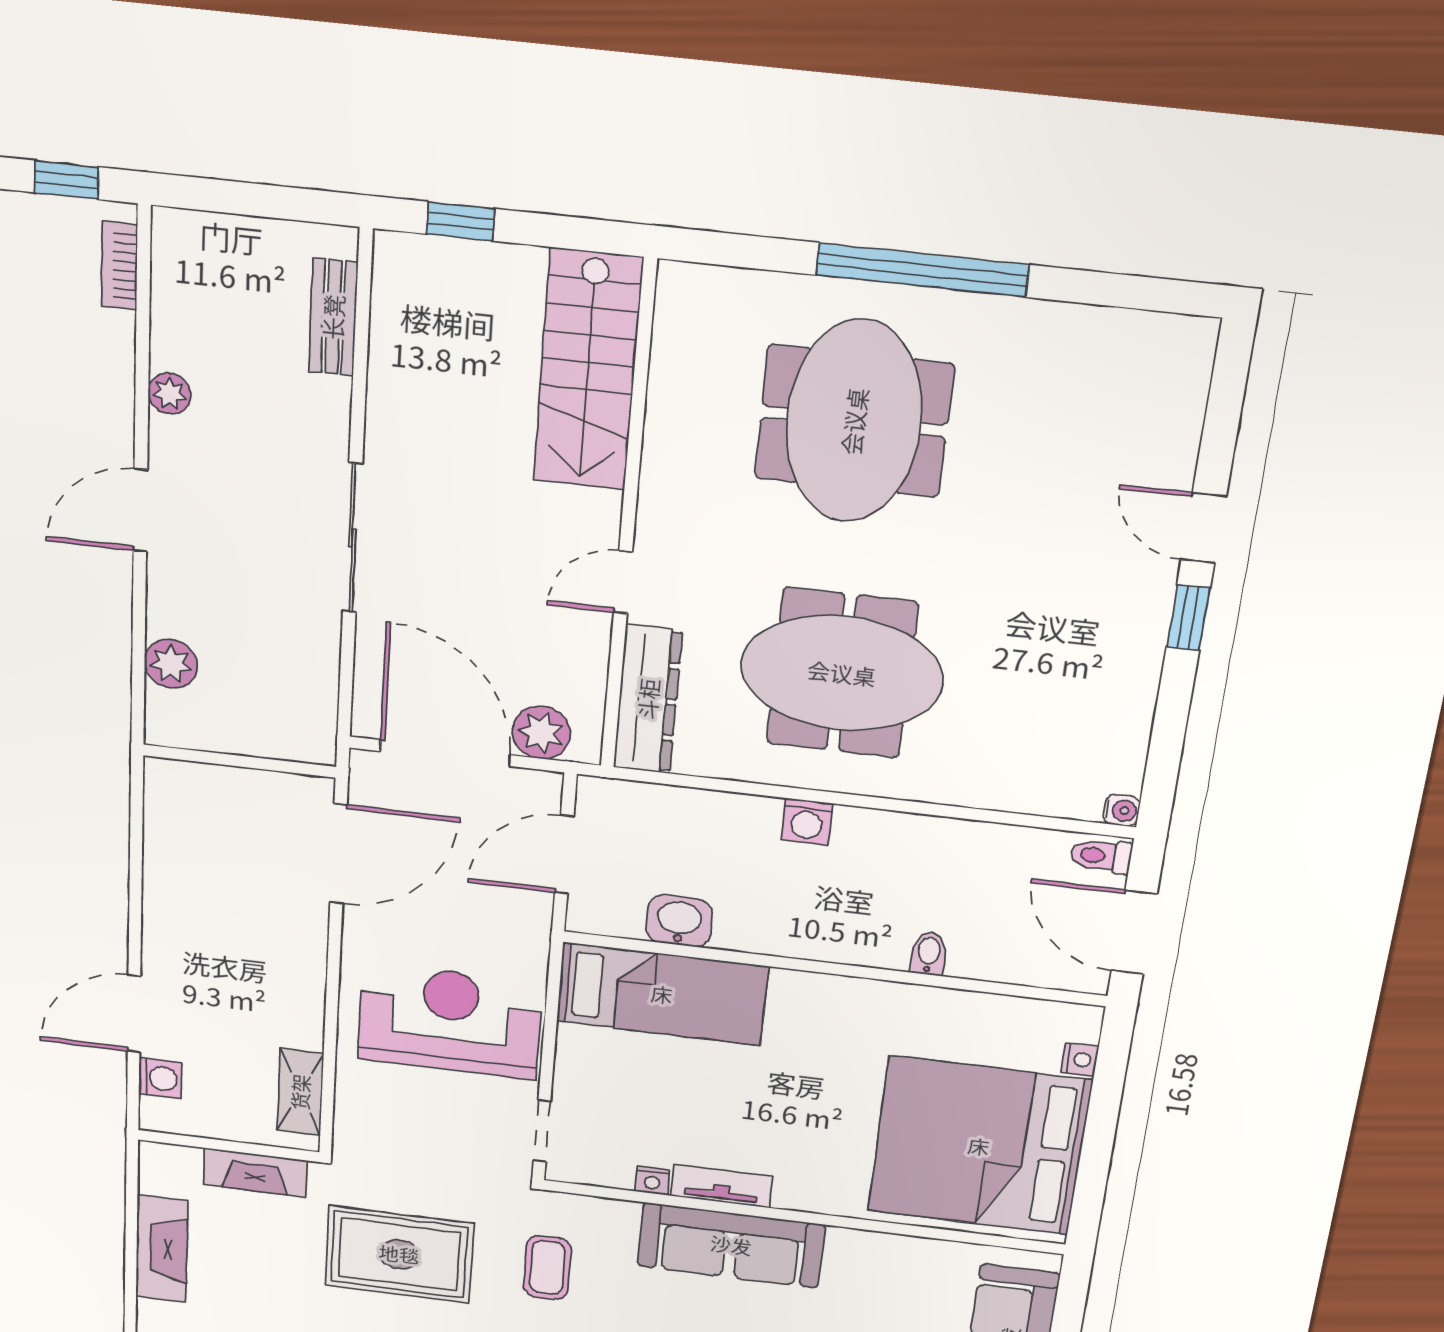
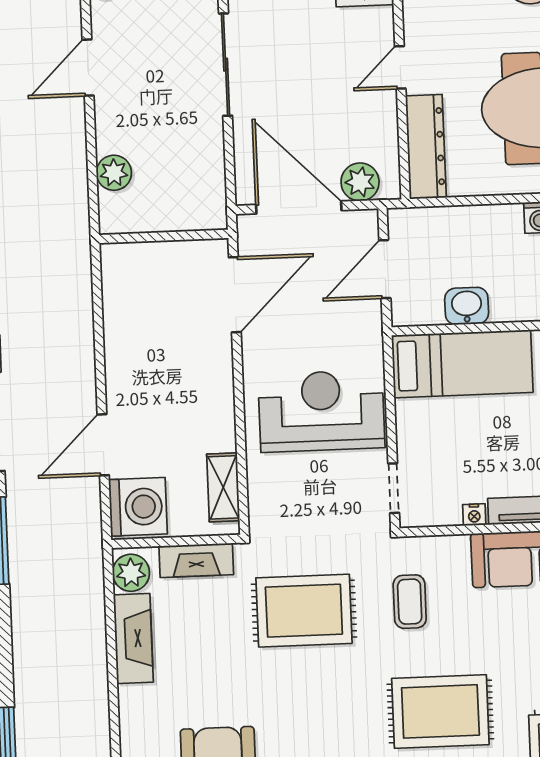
washing machine: (160, 1078) -> (138, 507), width x1.89, depth x1.89
plant: (163, 1173) -> (131, 573), added

